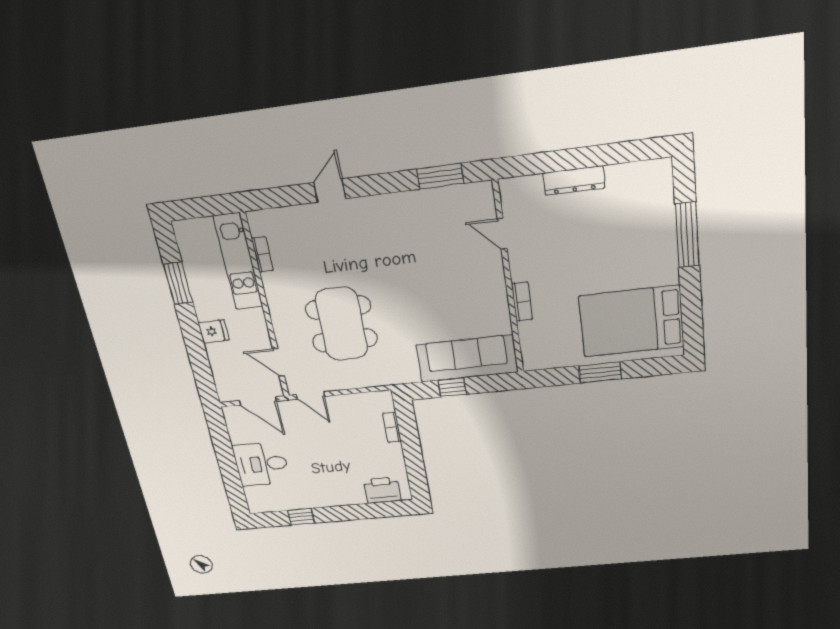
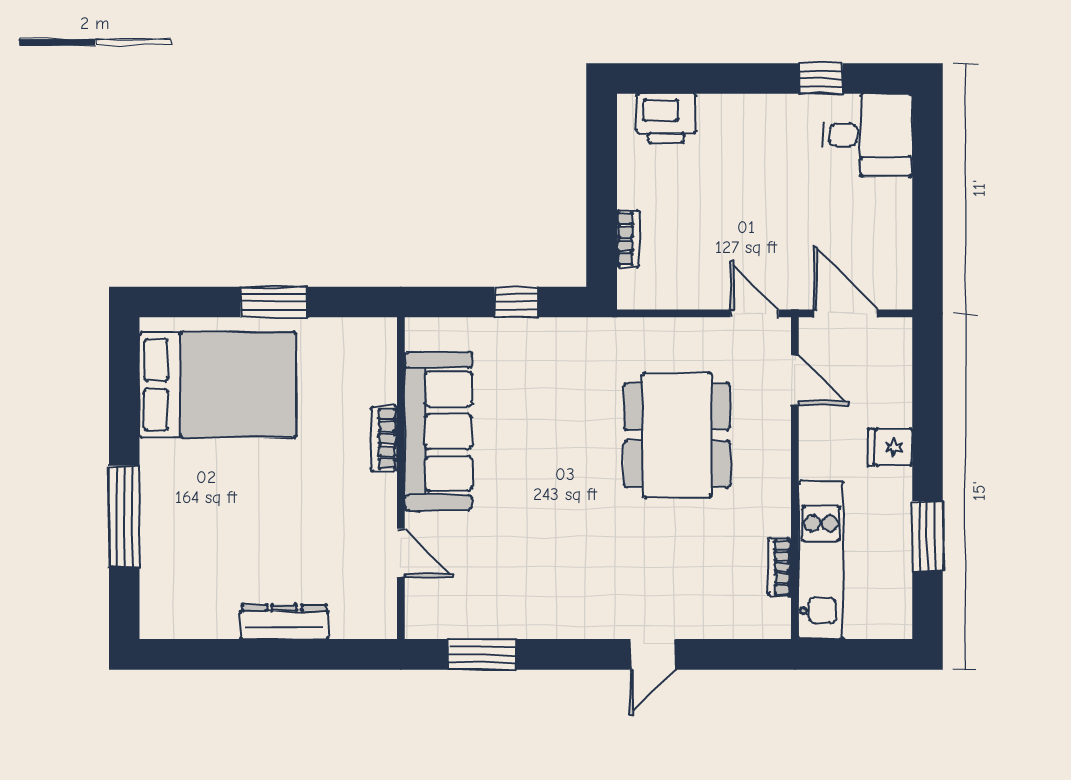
sofa: (467, 359) -> (438, 431), moved, turned -90
desk: (261, 464) -> (868, 135), moved

